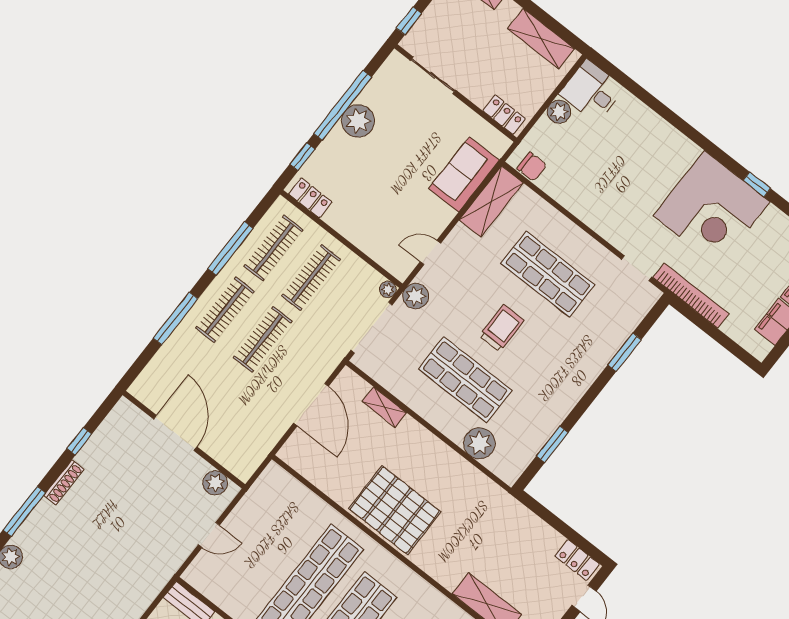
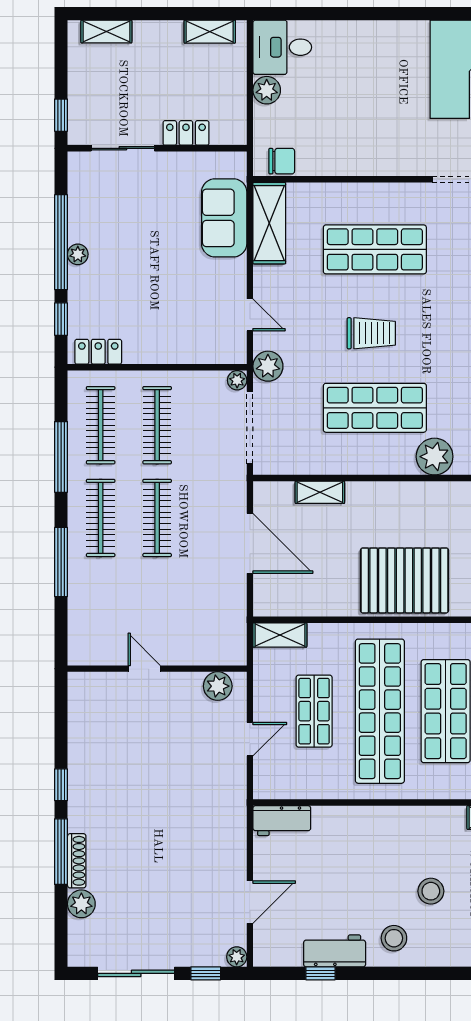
shelving: (541, 39) -> (210, 32), width x0.67, depth x0.75
locker: (504, 115) -> (186, 133), moved
plant: (358, 121) -> (78, 254), width x0.53, depth x0.53
door: (430, 252) -> (250, 315), swing flipped
trolley: (502, 328) -> (371, 333), turned 90
door: (175, 433) -> (144, 669), width x0.53
window: (79, 441) -> (61, 785), moved
shelving: (283, 481) -> (280, 635), added
shoe rack: (64, 482) -> (77, 861), moved
shop shelf: (266, 550) -> (314, 711), added

